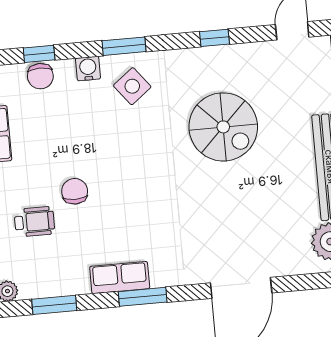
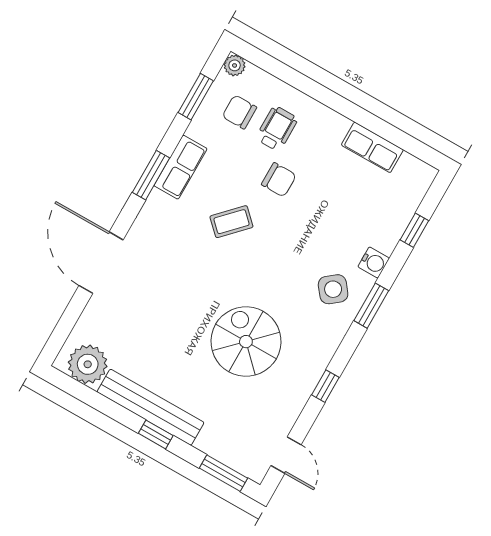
chair: (40, 76) -> (239, 112), moved
spiral stairs: (223, 127) -> (246, 342), turned 90
coffee table: (135, 206) -> (231, 222), added
wheelchair: (34, 222) -> (277, 129), turned 180

